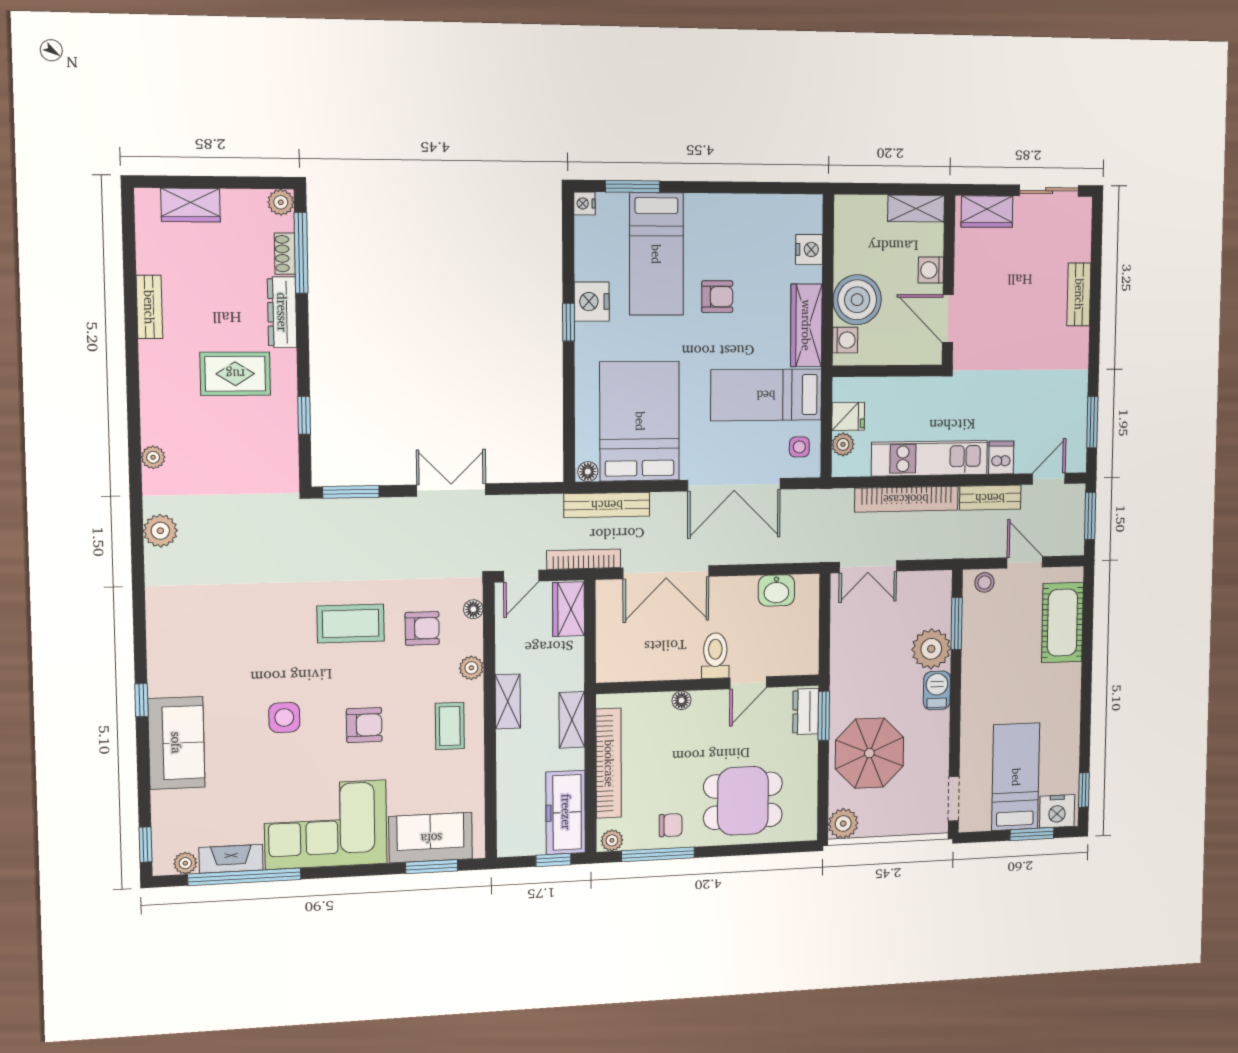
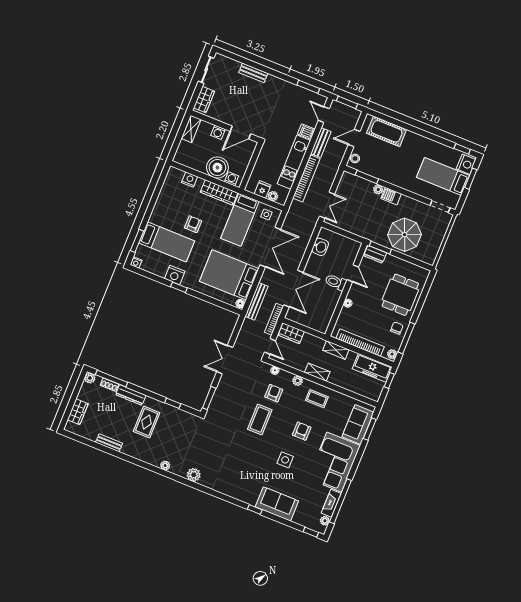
plant: (931, 649) -> (378, 189), width x0.53, depth x0.53
plant: (843, 824) -> (429, 257), removed

